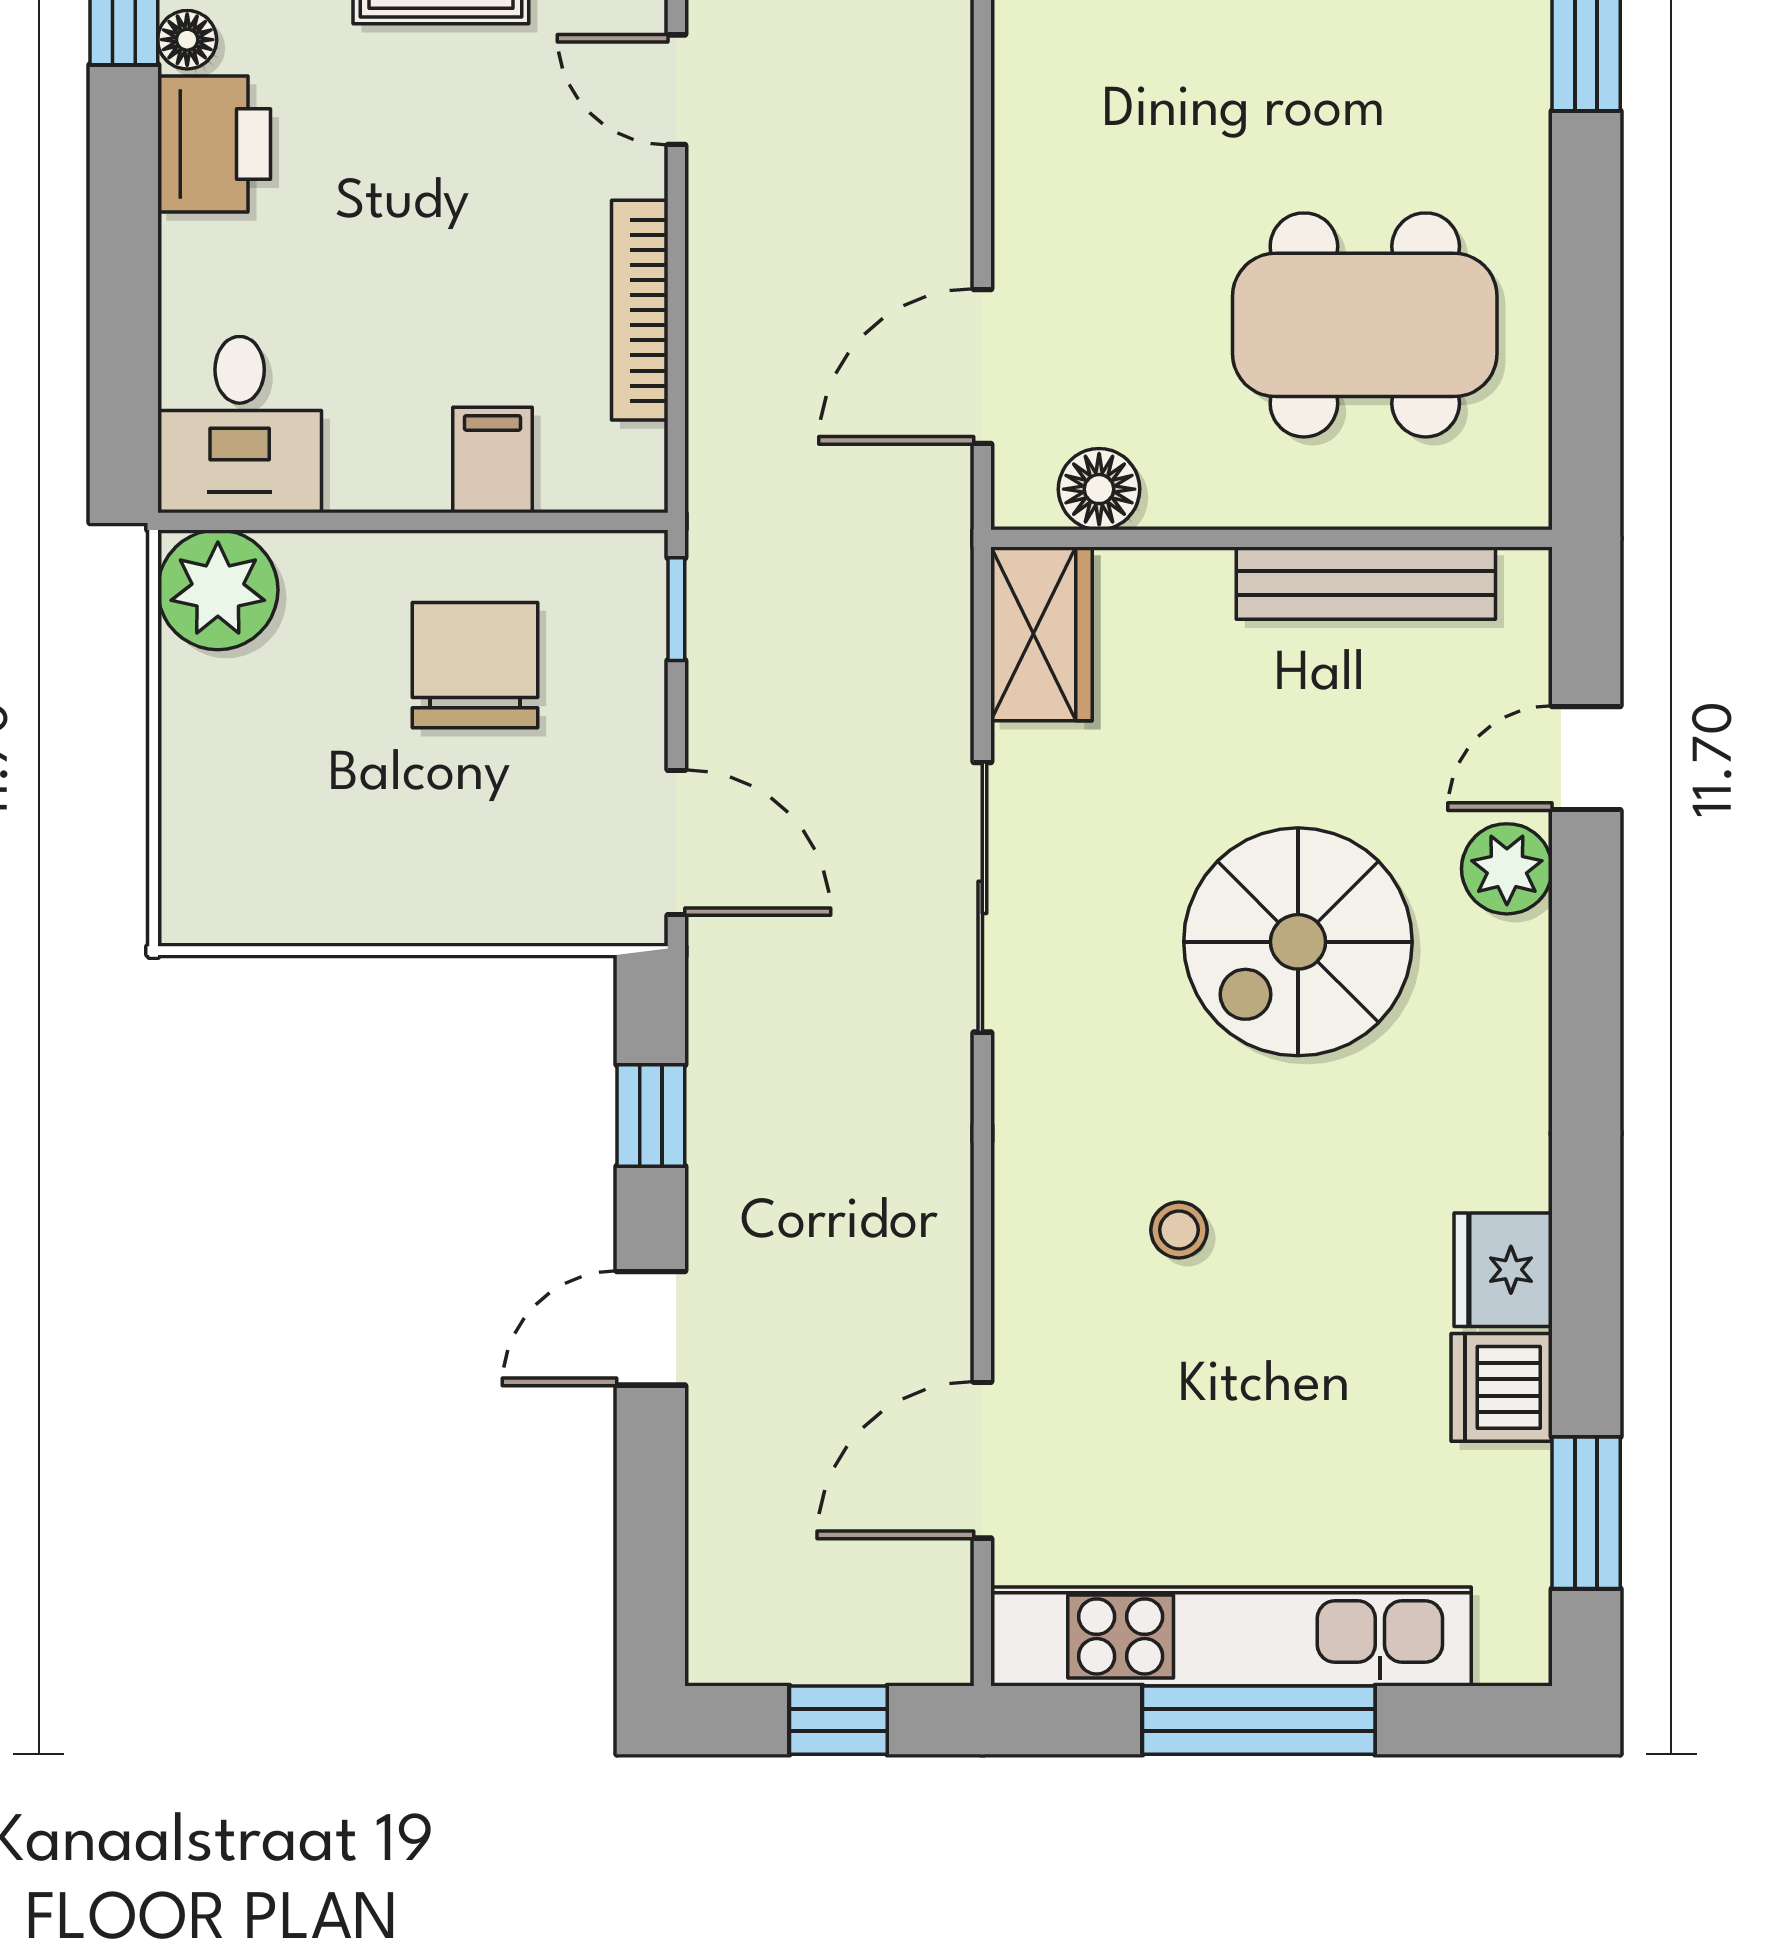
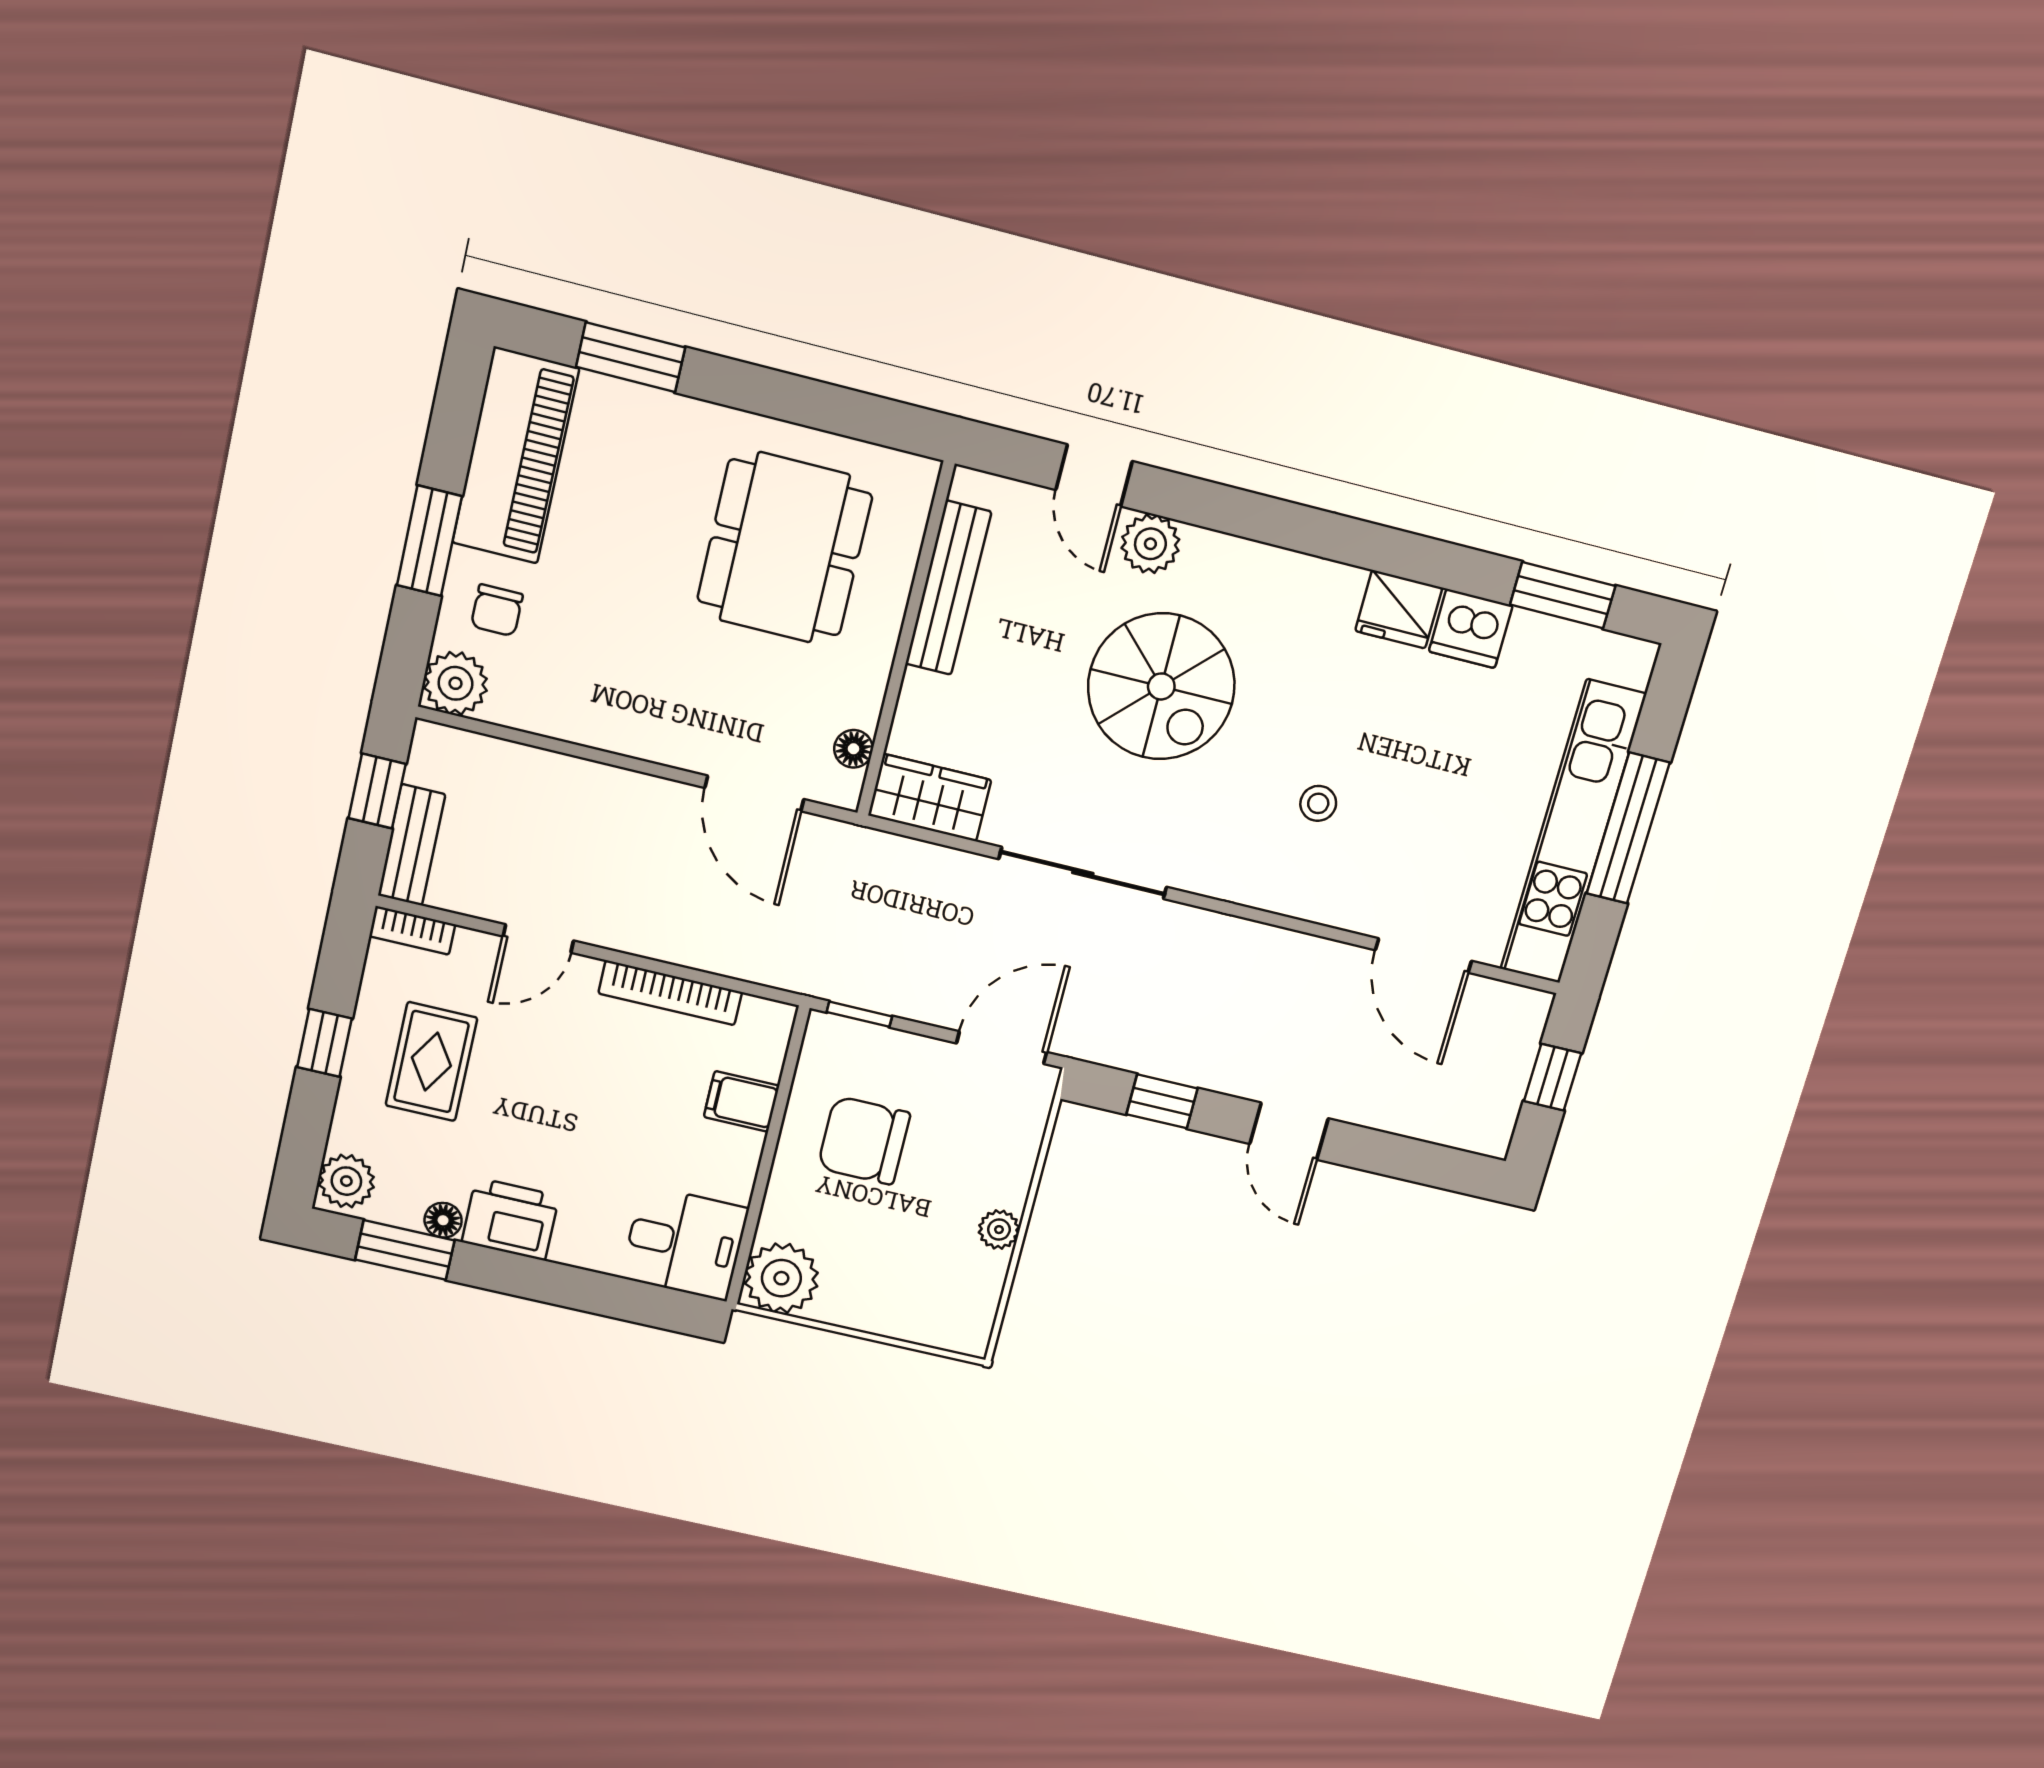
floor lamp: (1099, 489) -> (853, 749), width x0.73, depth x0.73
plant: (380, 913) -> (999, 1230), added

